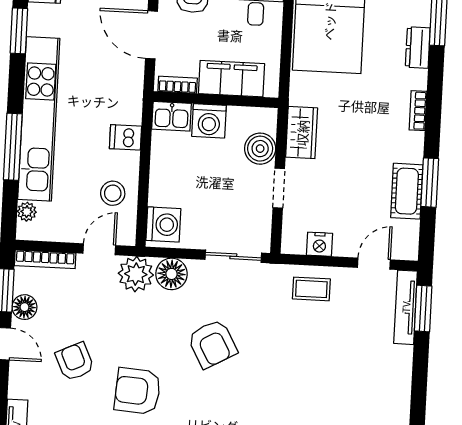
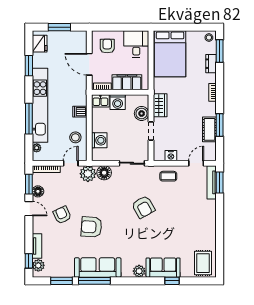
washing machine: (163, 224) -> (99, 140), moved
armchair: (212, 344) -> (143, 207), moved

